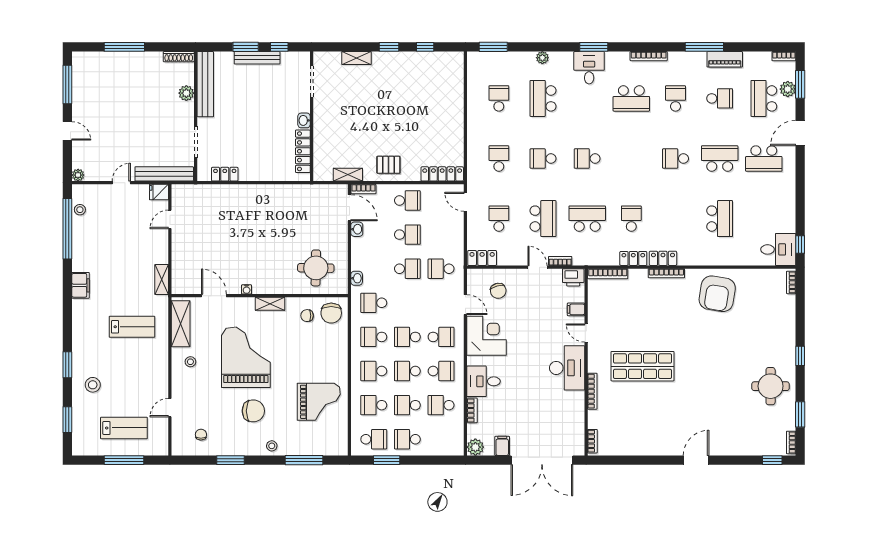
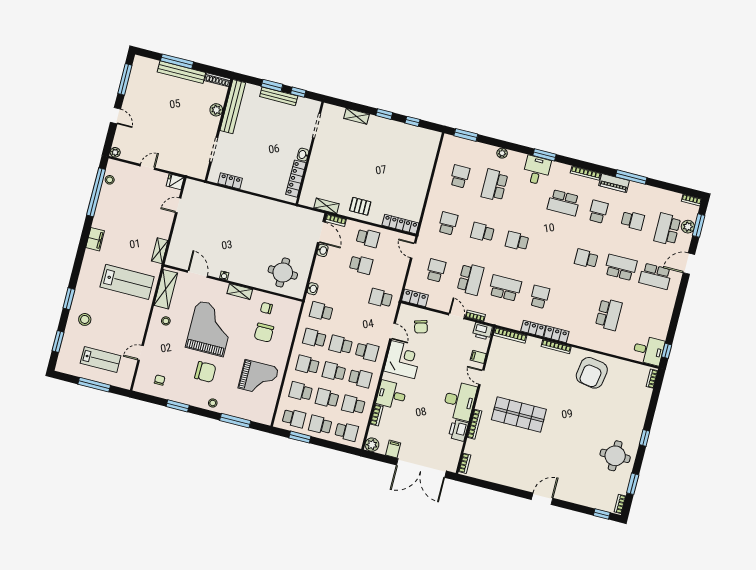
piano: (725, 59) -> (614, 183), moved
bench: (164, 174) -> (181, 72), moved
school desk: (407, 269) -> (347, 432), moved
chair: (331, 313) -> (264, 333), moved
lab bench: (132, 327) -> (127, 282), width x1.36, depth x1.39
printer: (575, 403) -> (458, 430), added

